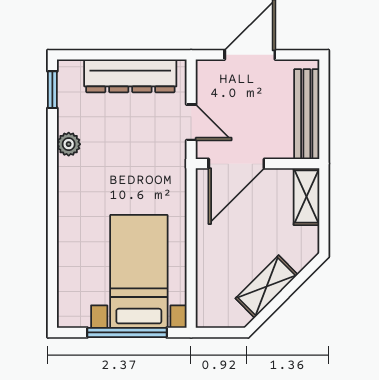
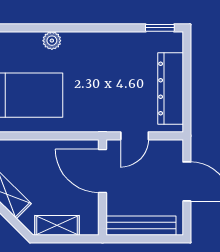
plant: (69, 144) -> (52, 41), moved
shelving: (307, 197) -> (57, 225), moved

